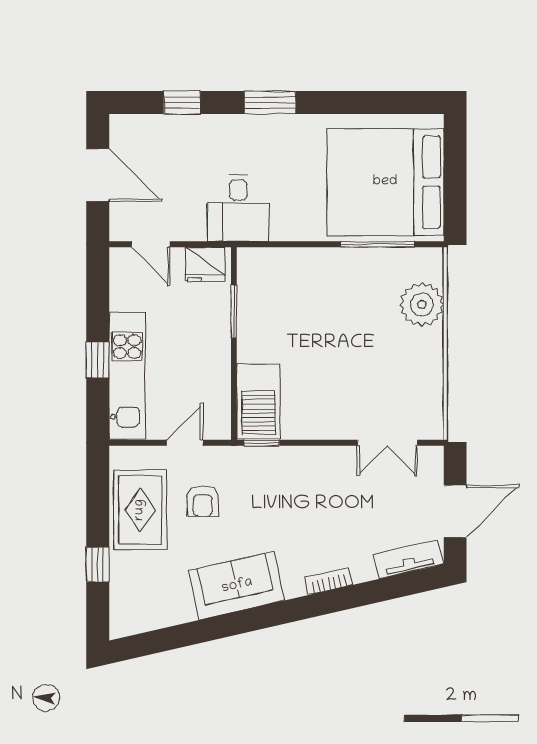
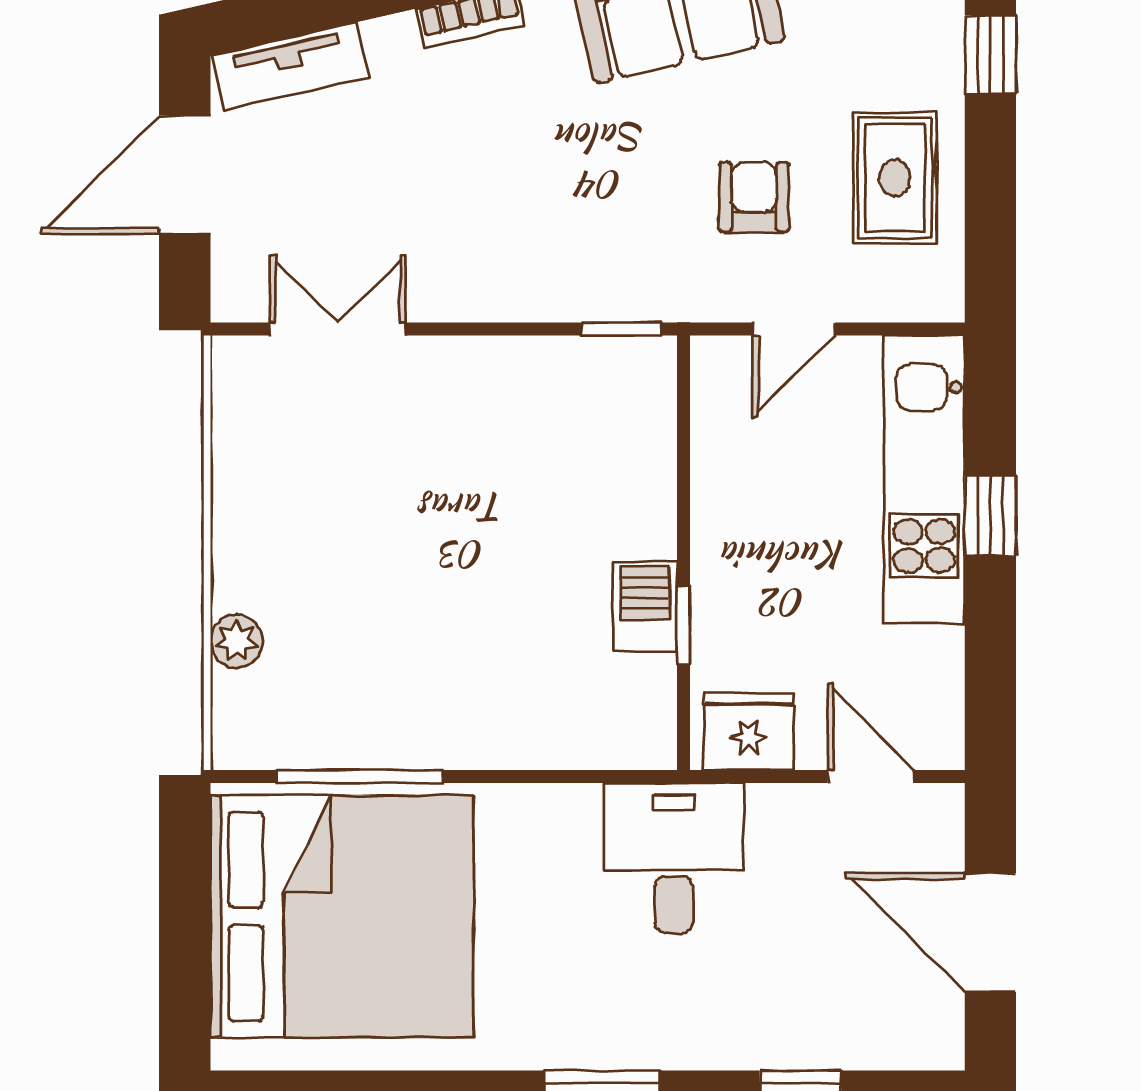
plant: (422, 304) -> (237, 641), width x0.53, depth x0.53
window: (234, 312) -> (683, 625), width x0.67
barbecue: (258, 402) -> (645, 607), moved, width x0.53, depth x0.65
rug: (140, 510) -> (895, 178), width x0.73, depth x0.70

